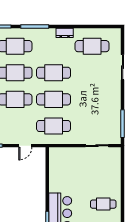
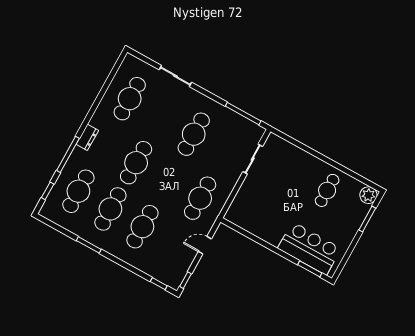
dresser: (65, 33) -> (87, 137), moved
cafe table: (54, 99) -> (194, 134), moved
door: (25, 146) -> (205, 245), swing flipped

